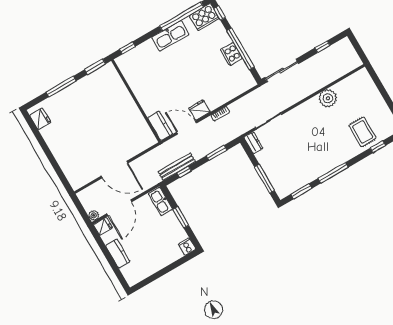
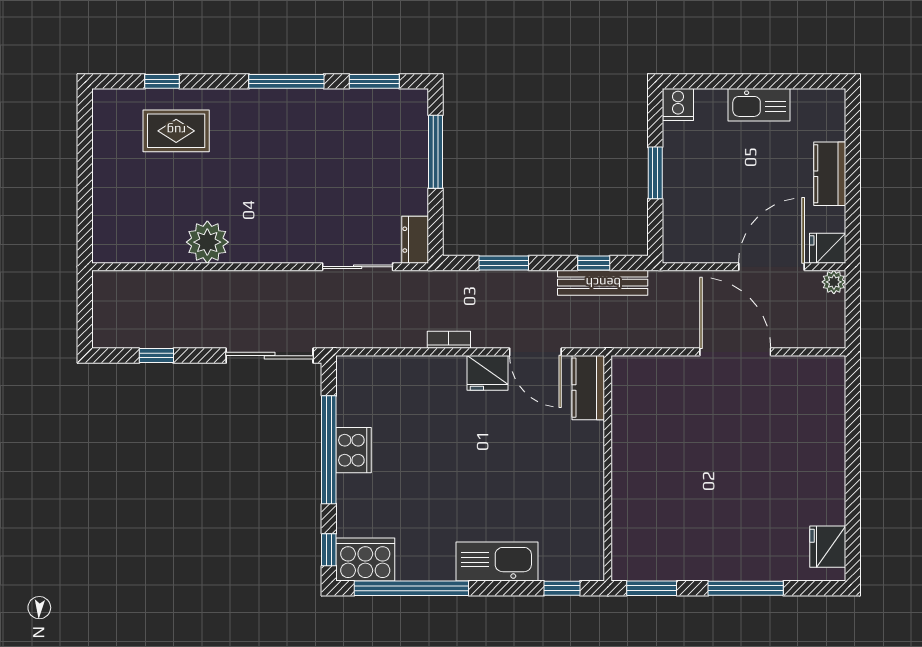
kitchen sink: (170, 36) -> (497, 562), moved
rug: (362, 132) -> (176, 131), turned 90
kitchen sink: (160, 201) -> (759, 105), moved, turned 90

